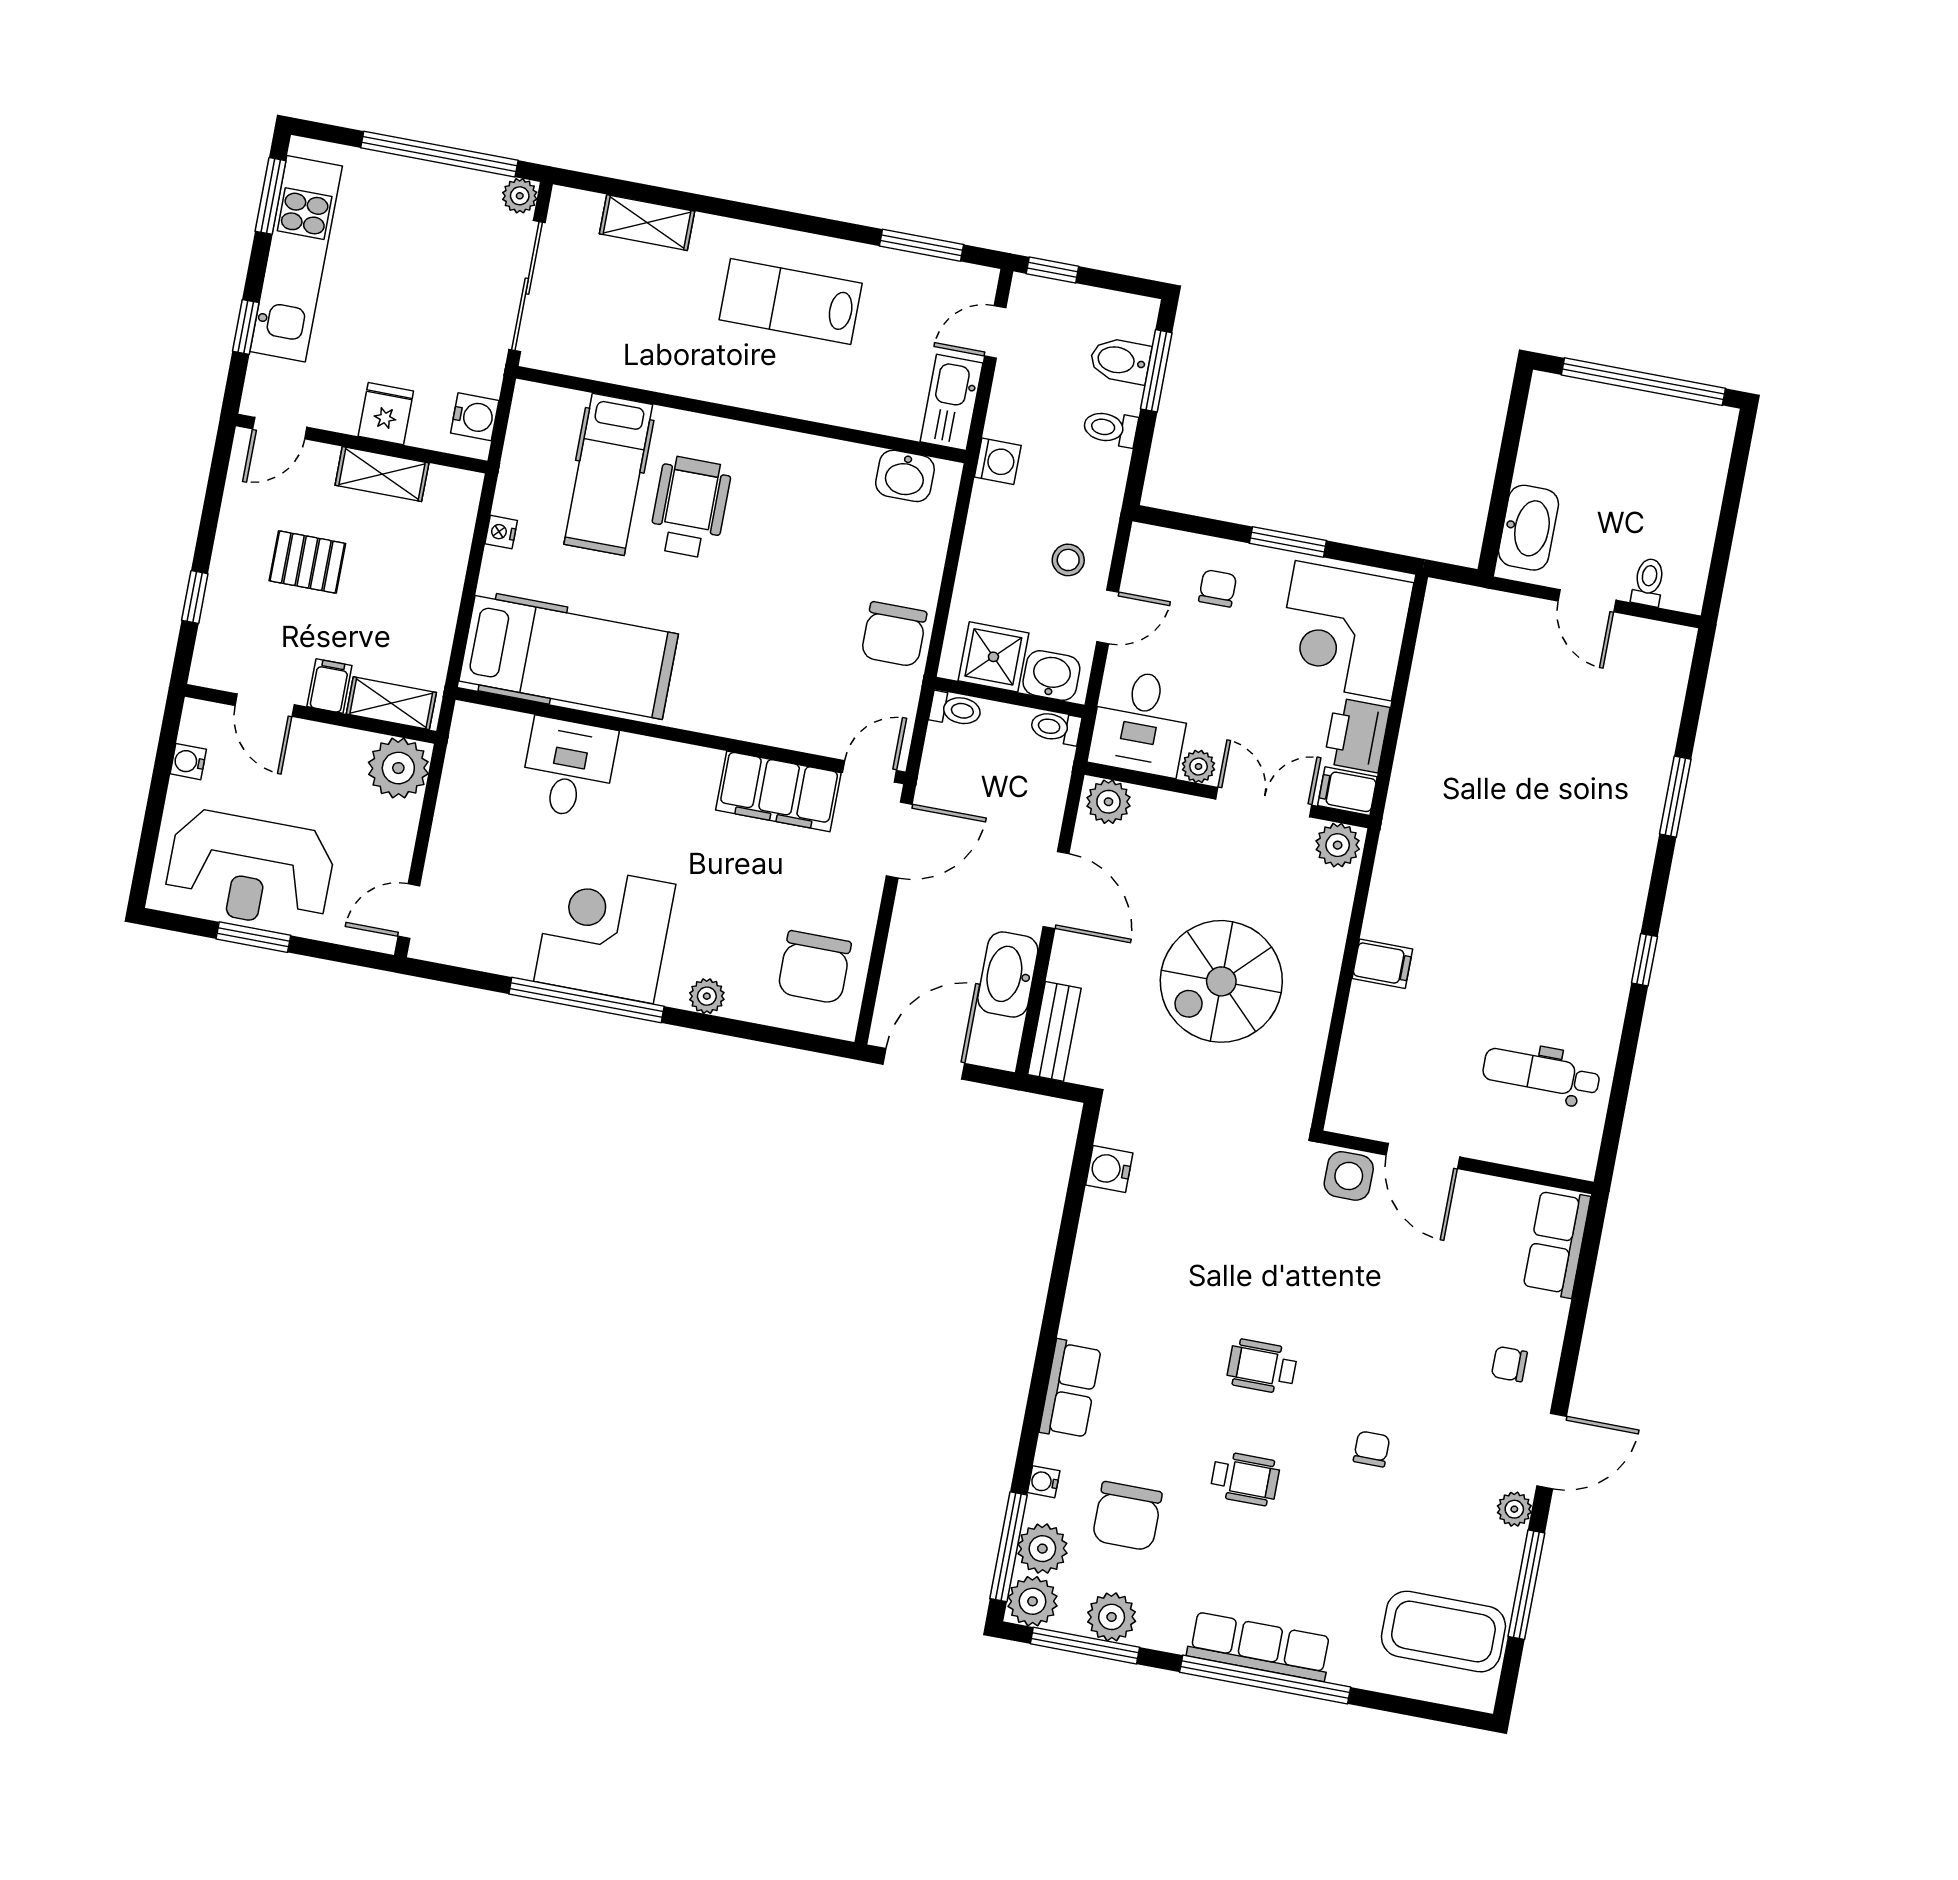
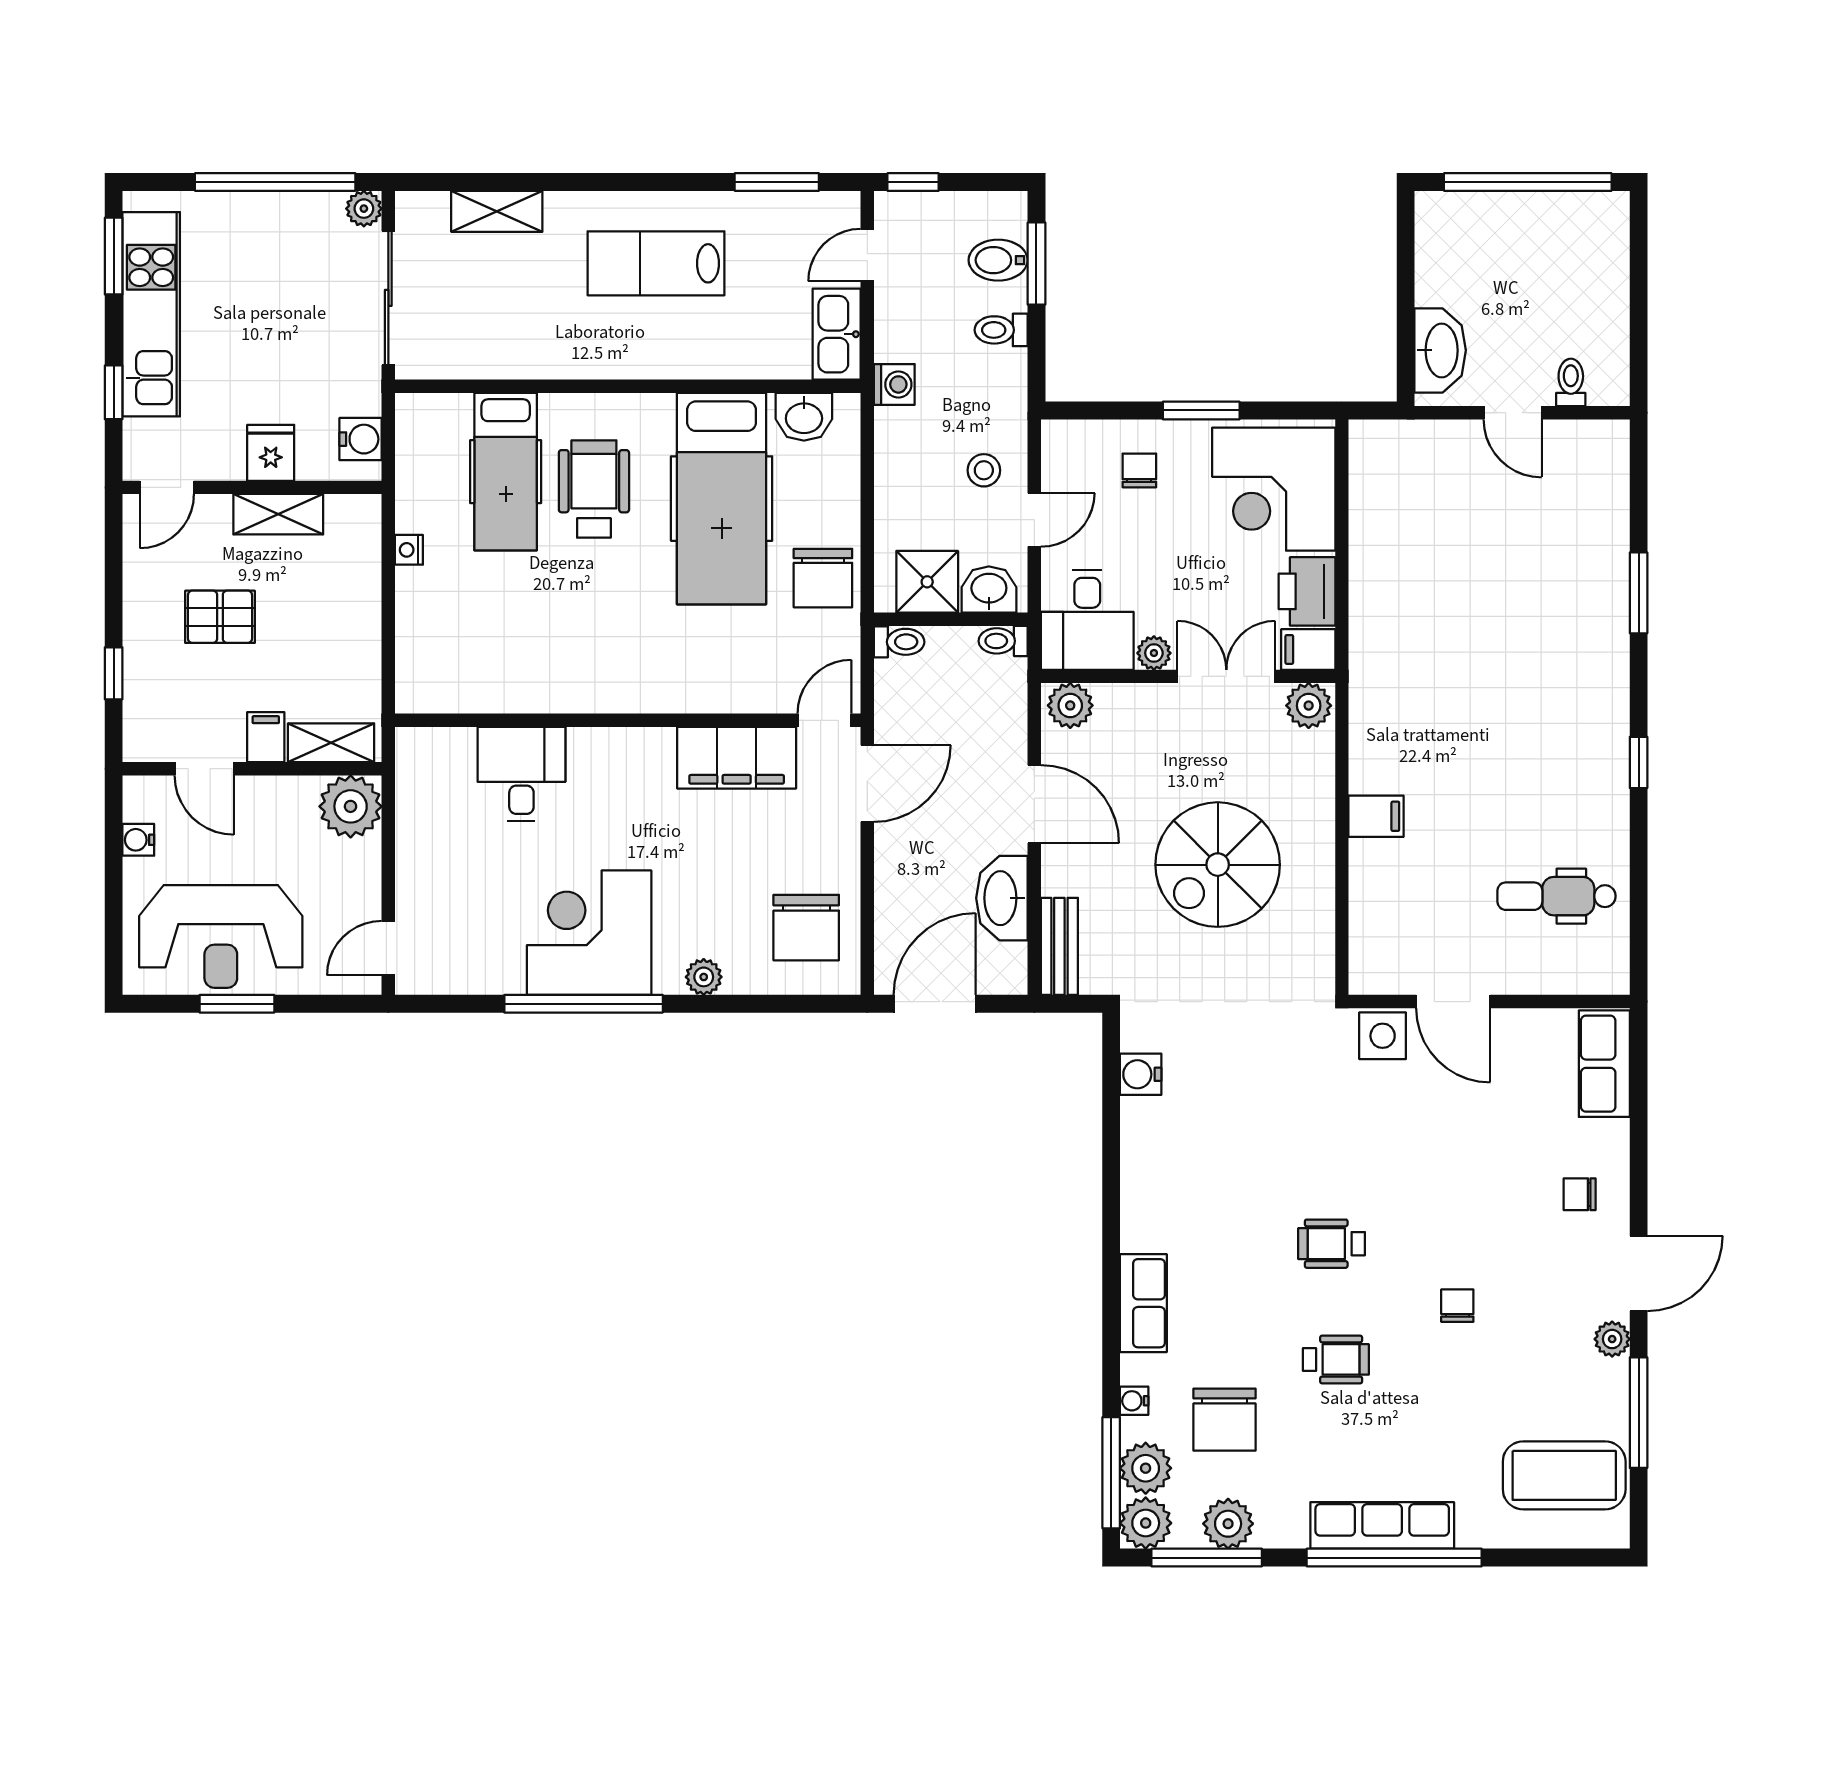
hospital bed: (569, 658) -> (722, 499), moved, turned 90

